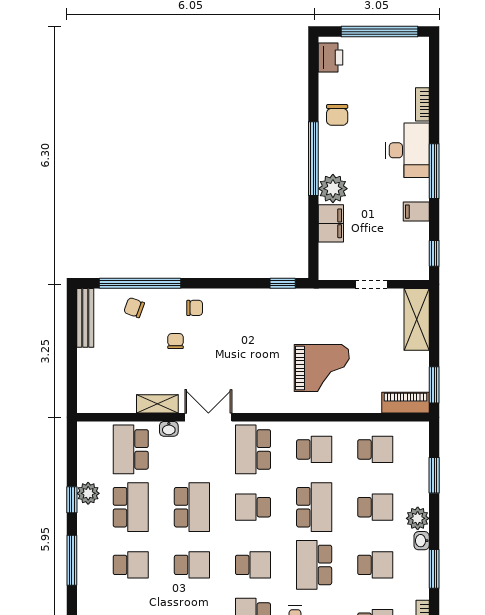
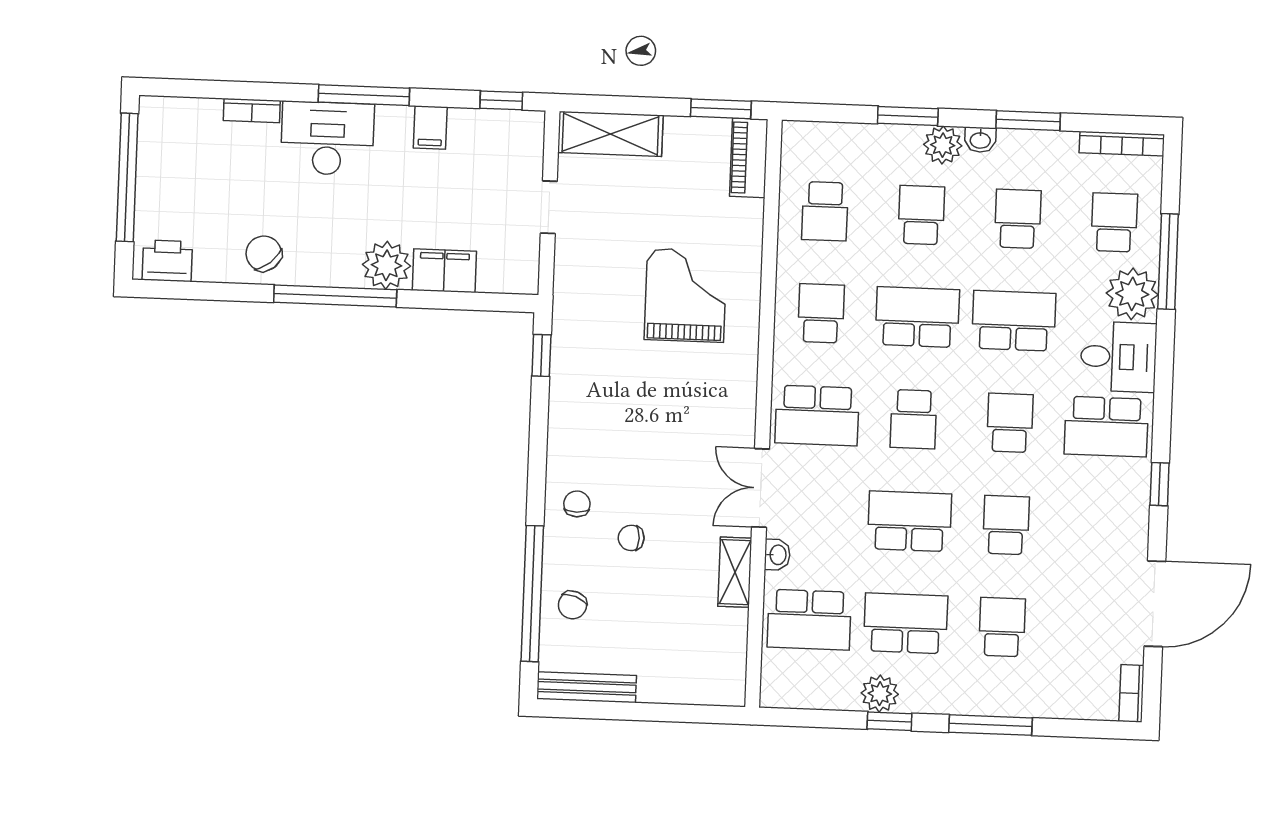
chair: (337, 115) -> (264, 254), turned -130
school desk: (375, 449) -> (825, 211), turned 180
window: (434, 475) -> (908, 116), moved
school desk: (314, 565) -> (1014, 321), turned 180

